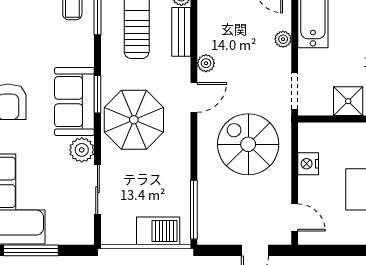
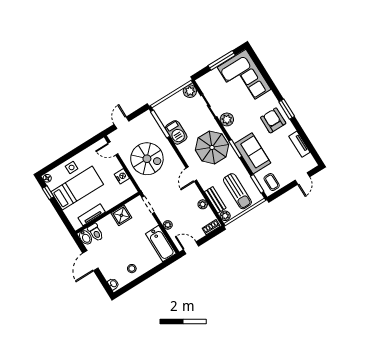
plant: (206, 63) -> (203, 204), moved
sofa: (74, 102) -> (253, 153), moved
spiral stairs: (248, 144) -> (147, 159), moved
barbecue: (158, 231) -> (176, 132), moved, turned -90
plant: (113, 233) -> (190, 91), added

